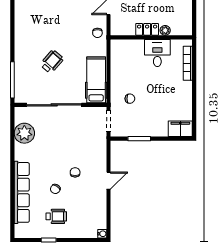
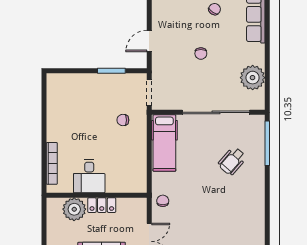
plant: (165, 30) -> (74, 209), width x1.87, depth x1.87
wheelchair: (52, 62) -> (232, 161), moved
filing cabinet: (180, 129) -> (61, 83), removed
chair: (75, 172) -> (201, 53), moved
door: (108, 181) -> (149, 41), moved

